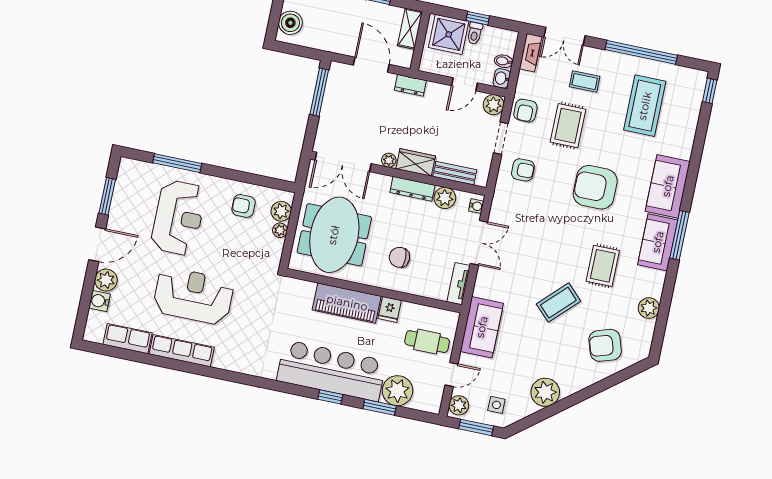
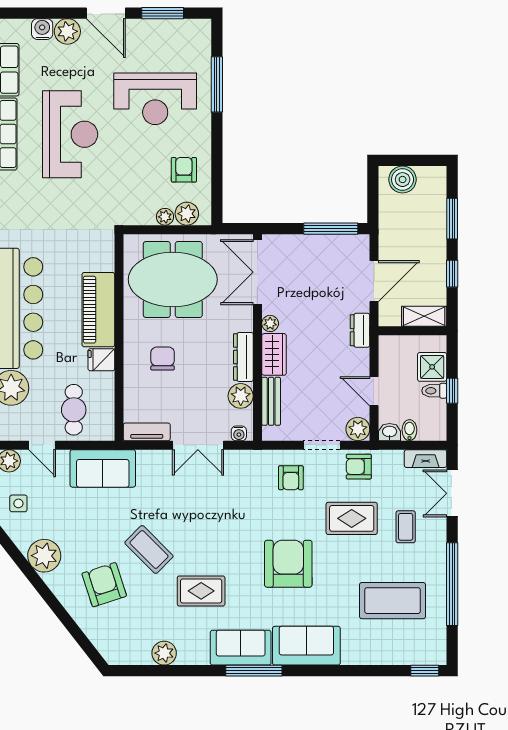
shower: (449, 34) -> (432, 367), width x0.73, depth x0.73
armchair: (605, 345) -> (104, 585), moved

